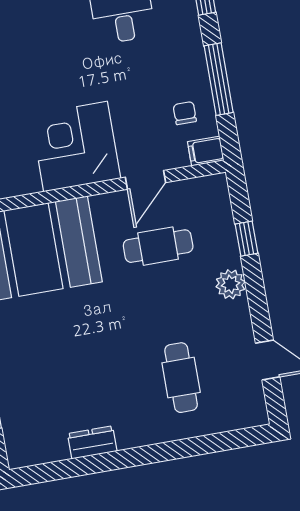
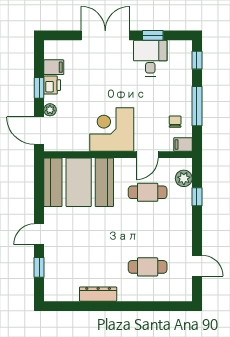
plant: (230, 284) -> (184, 178), moved
cafe table: (181, 378) -> (148, 267), turned 90
dresser: (92, 442) -> (98, 294), width x1.44

